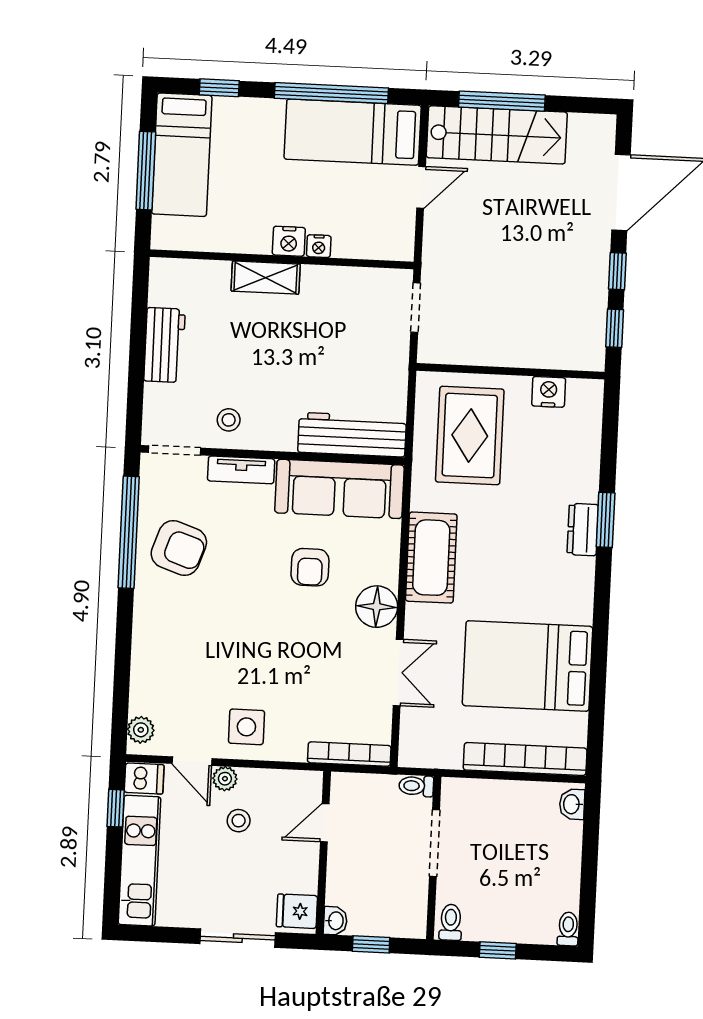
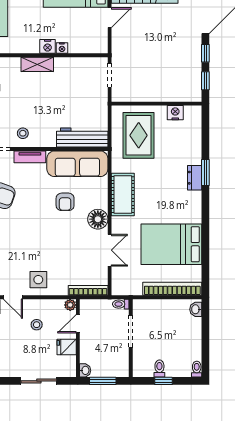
plant: (225, 779) -> (70, 305), moved
fridge: (297, 911) -> (67, 347), moved
toilet: (451, 922) -> (159, 369), moved
window: (371, 944) -> (103, 381), width x1.50

